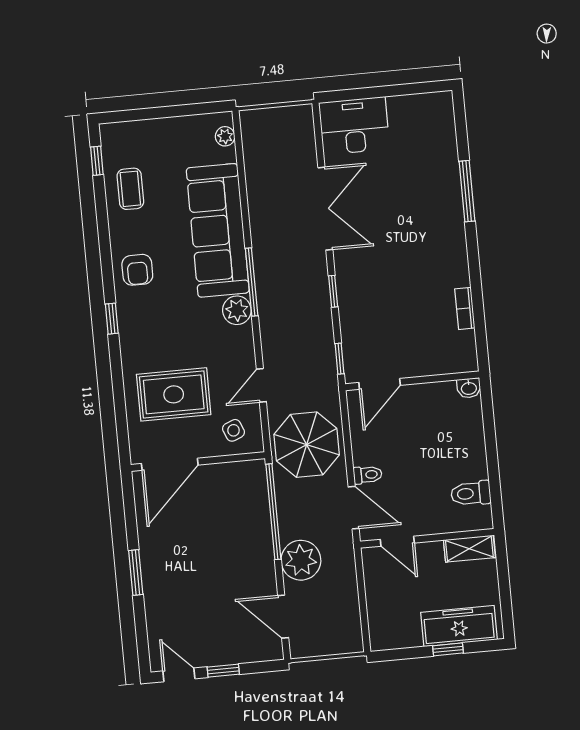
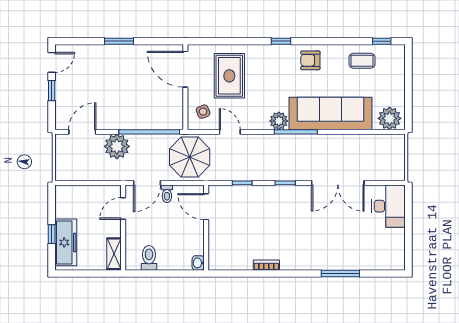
plant: (225, 136) -> (390, 118), width x1.88, depth x1.88
wall: (412, 381) -> (206, 228), moved
door: (380, 384) -> (206, 207), moved
washbasin: (469, 388) -> (198, 263), moved

